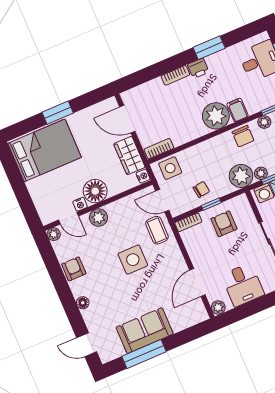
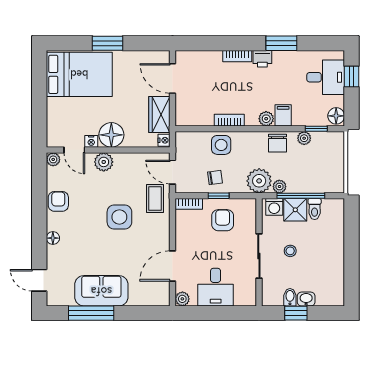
plant: (216, 116) -> (266, 119), width x0.53, depth x0.53
bookcase: (159, 149) -> (229, 120), moved
side table: (170, 168) -> (221, 145), moved

